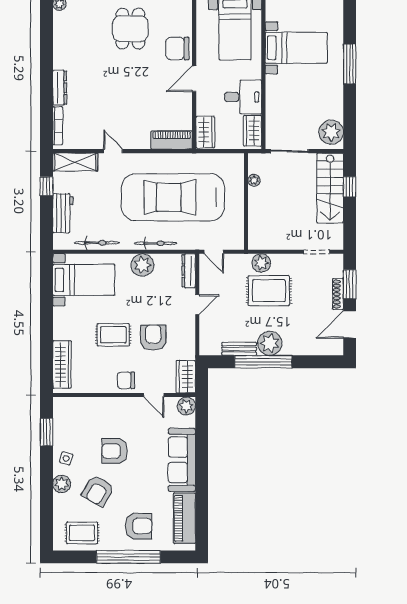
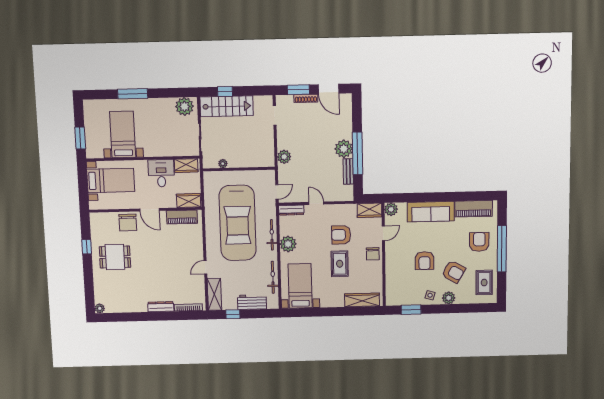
piano: (172, 140) -> (182, 217), moved, turned -90
rug: (269, 291) -> (305, 150), removed

